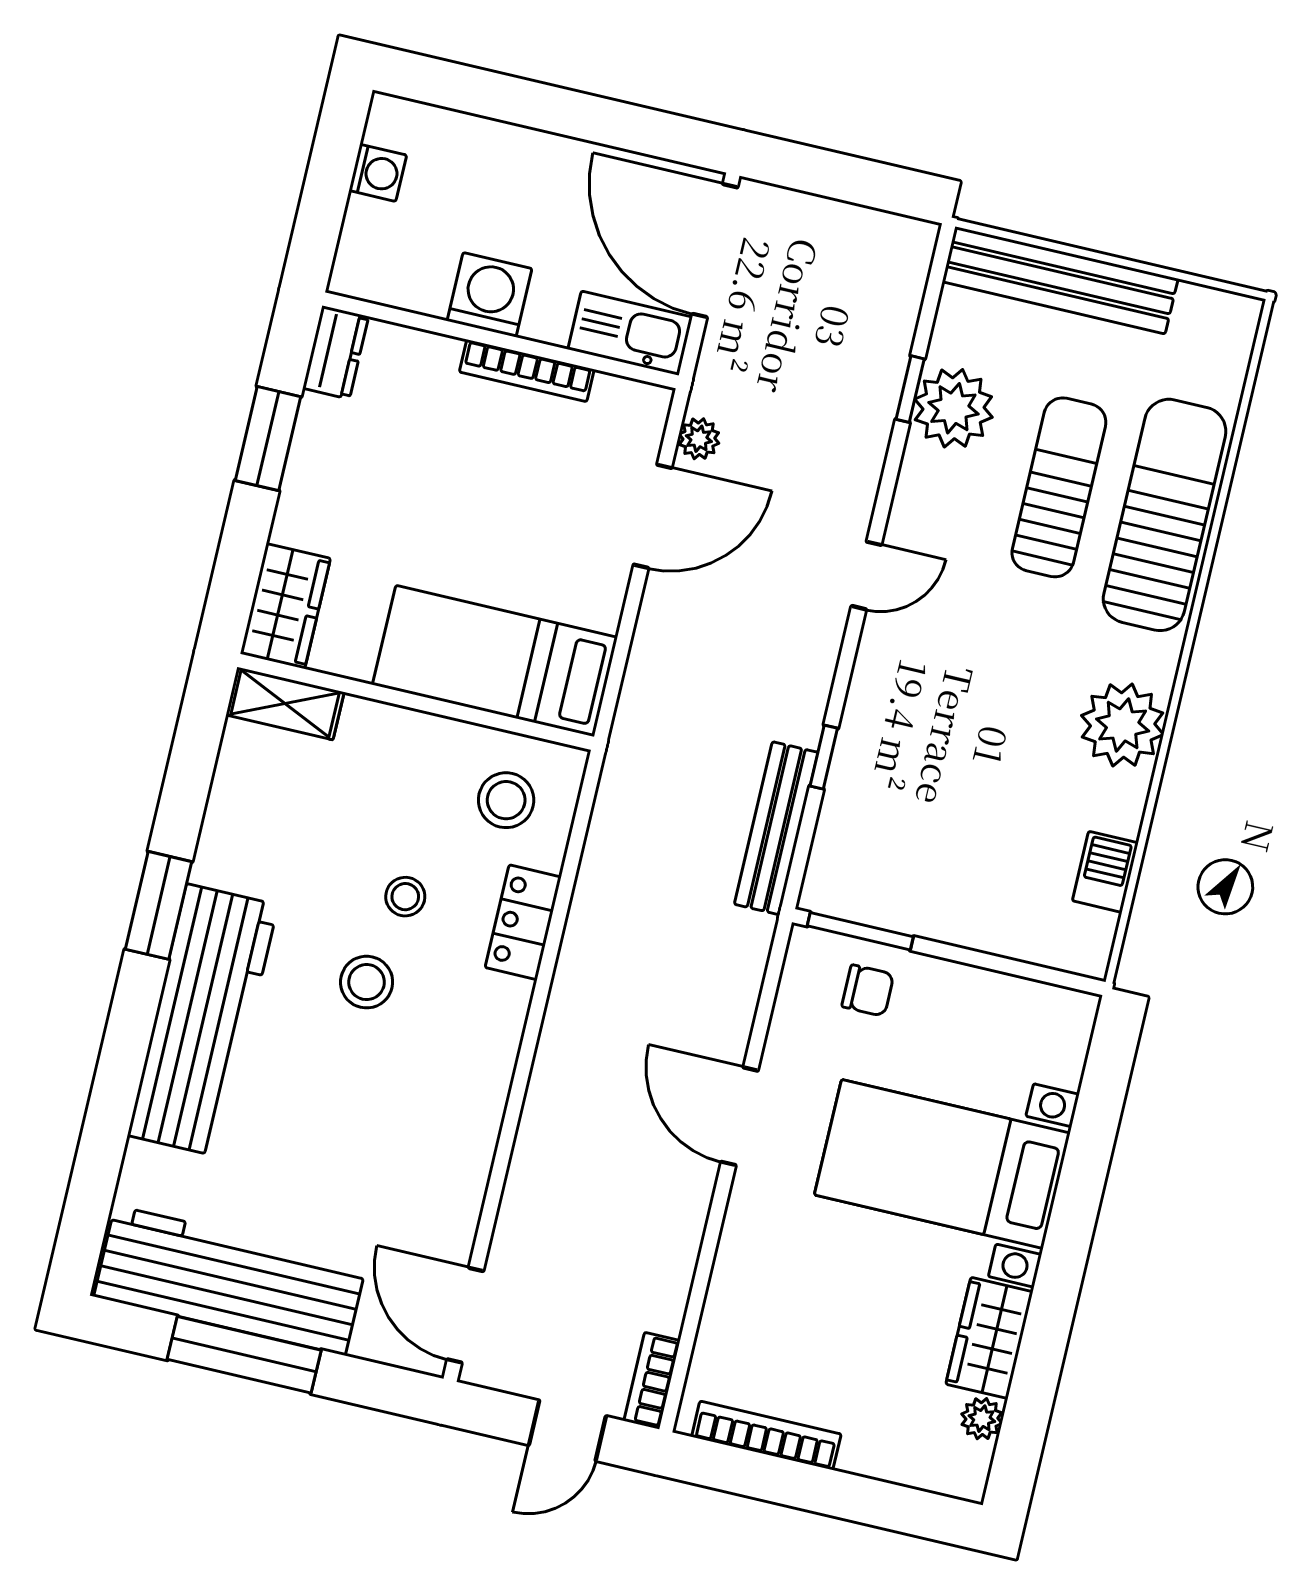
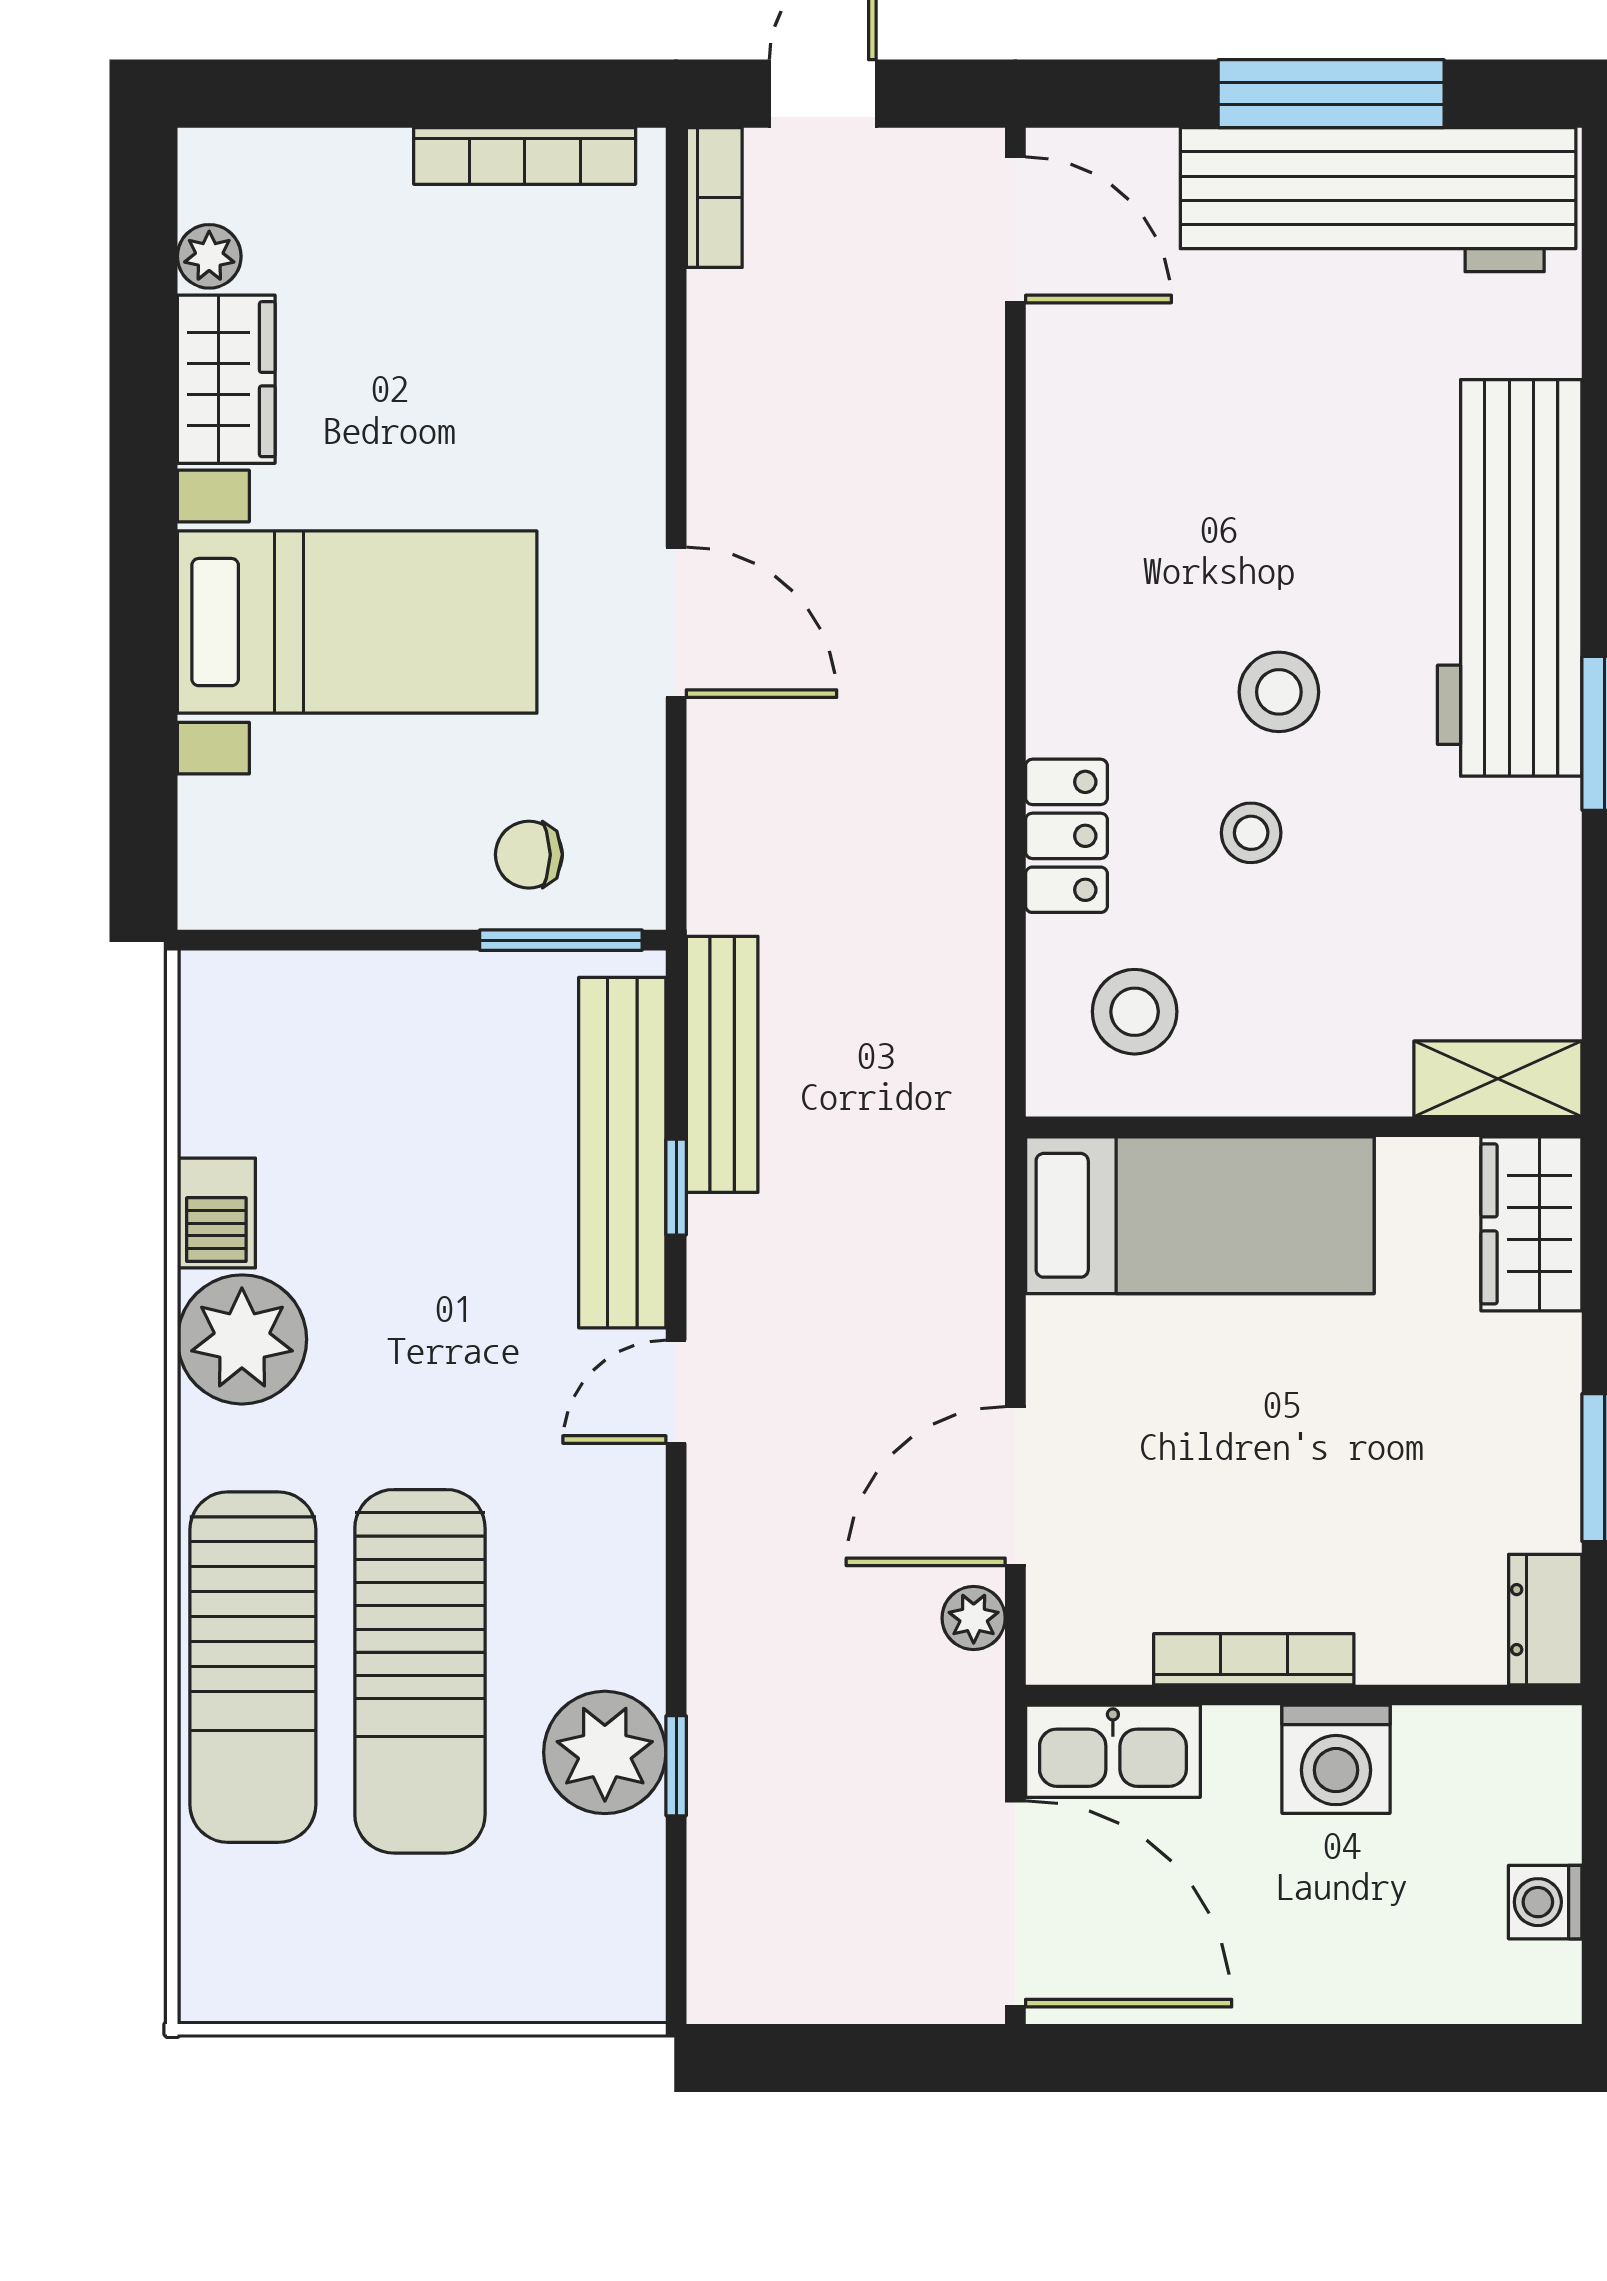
bench: (1060, 280) -> (622, 1153), moved, turned 90
sun lounger: (1059, 487) -> (420, 1671), width x1.36, depth x1.34
door: (866, 575) -> (676, 1392), moved
barbecue: (1105, 872) -> (216, 1213), moved

